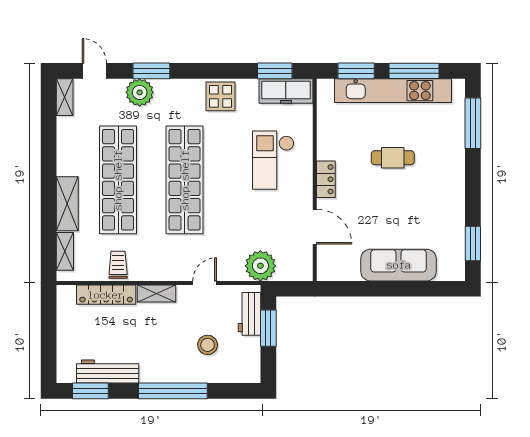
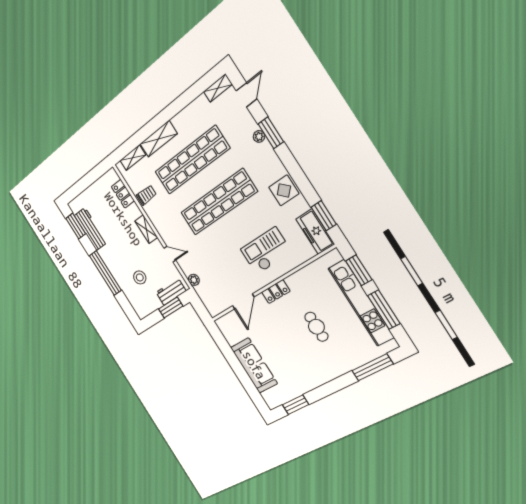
plant: (140, 92) -> (259, 136), width x0.53, depth x0.53
plant: (260, 266) -> (194, 280), width x0.53, depth x0.53
locker: (106, 295) -> (123, 194), width x0.66

